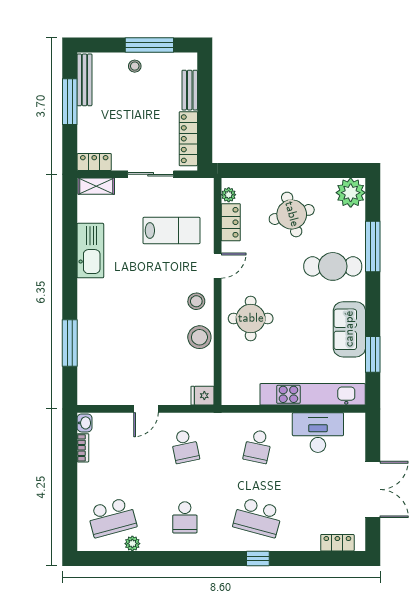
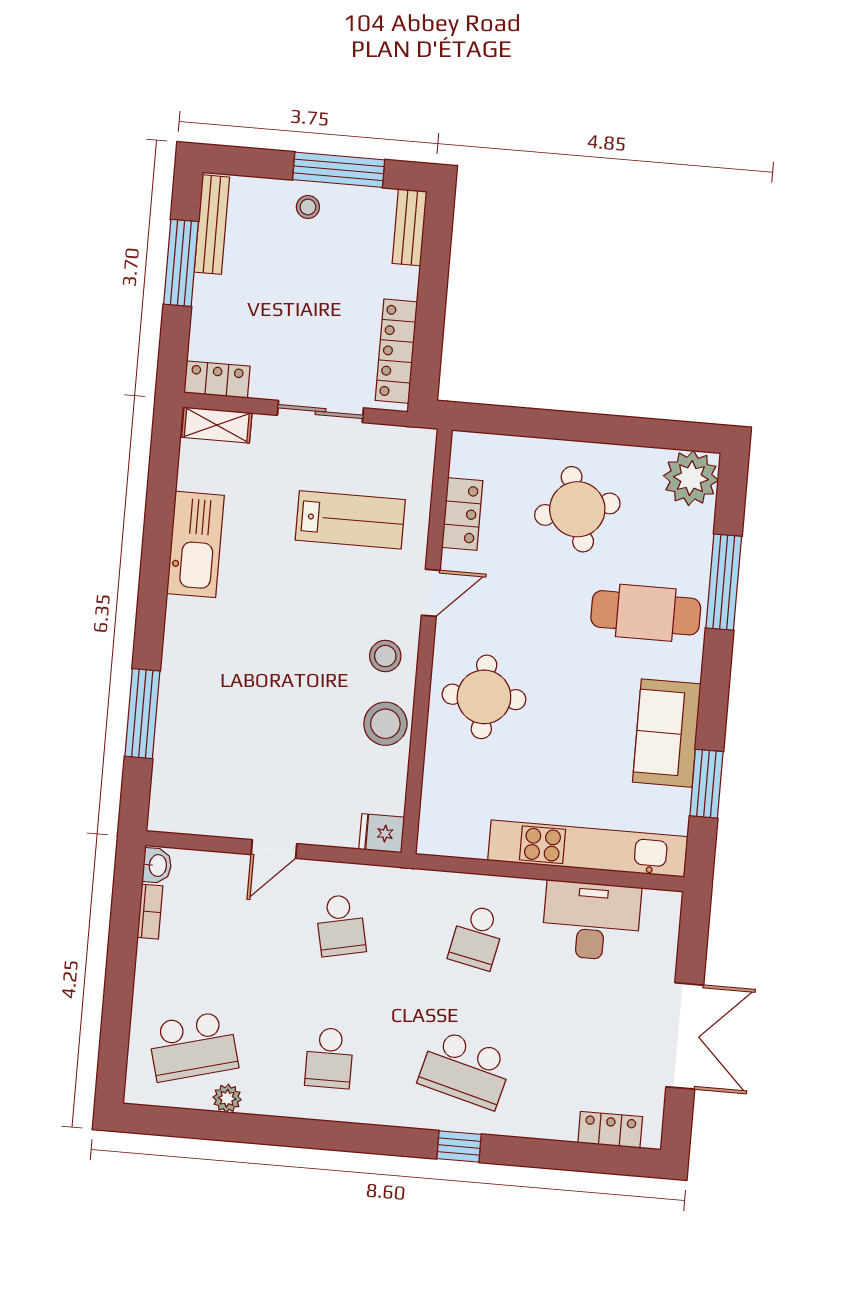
bench: (190, 90) -> (410, 227), moved
plant: (229, 195) -> (463, 462), removed

